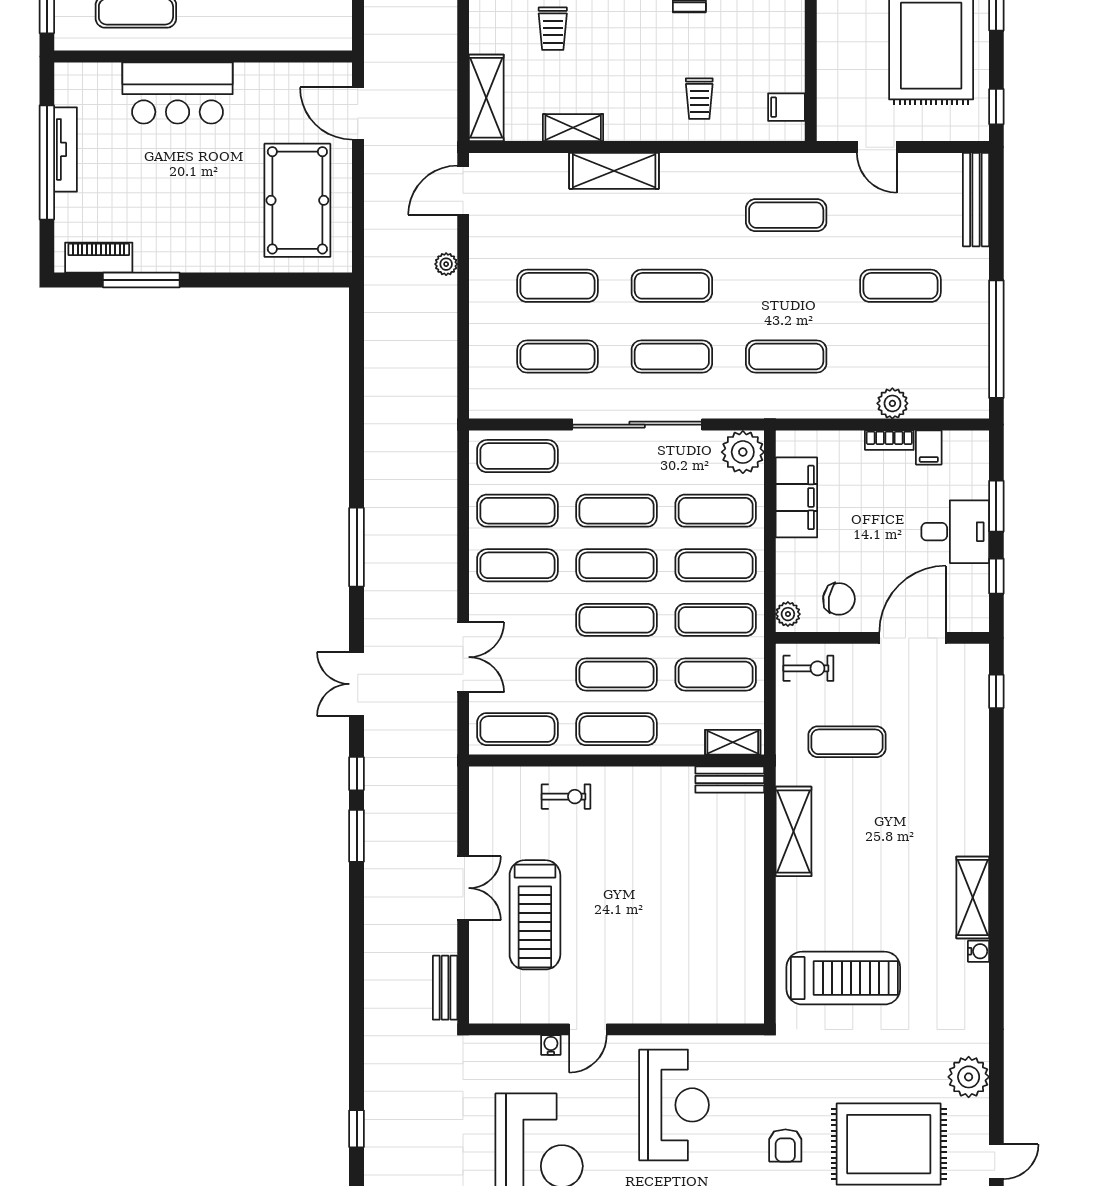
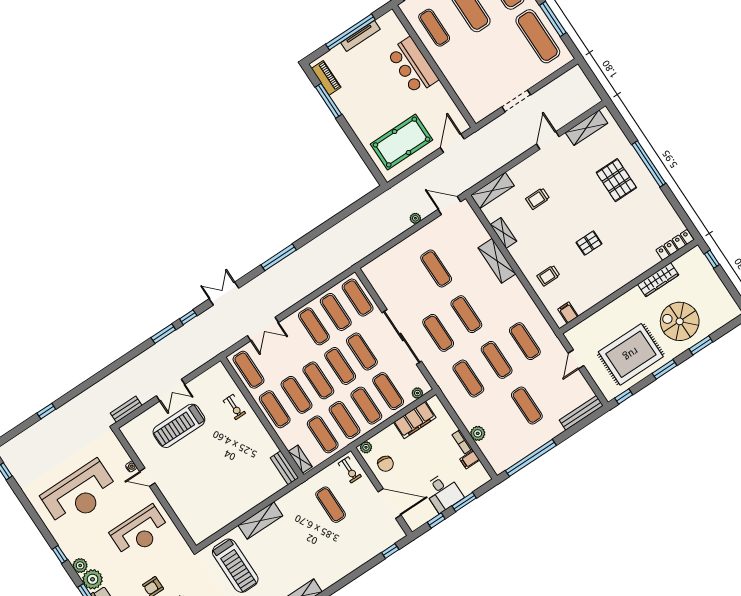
exercise mat: (557, 356) -> (497, 360), moved
plant: (743, 452) -> (417, 393), width x0.53, depth x0.53
shelving: (794, 831) -> (260, 520), moved

